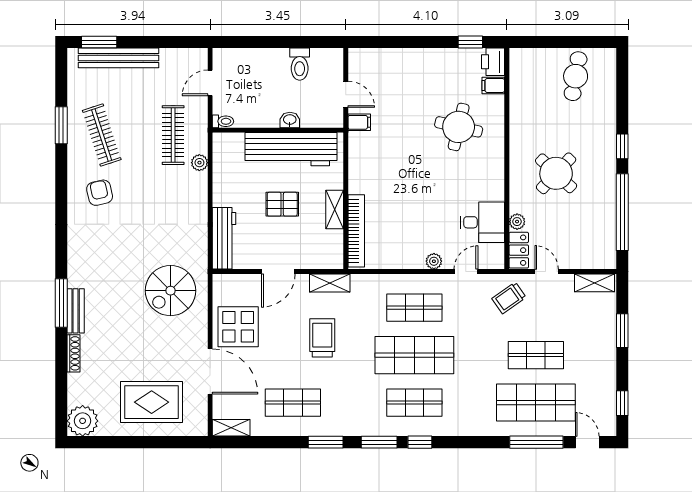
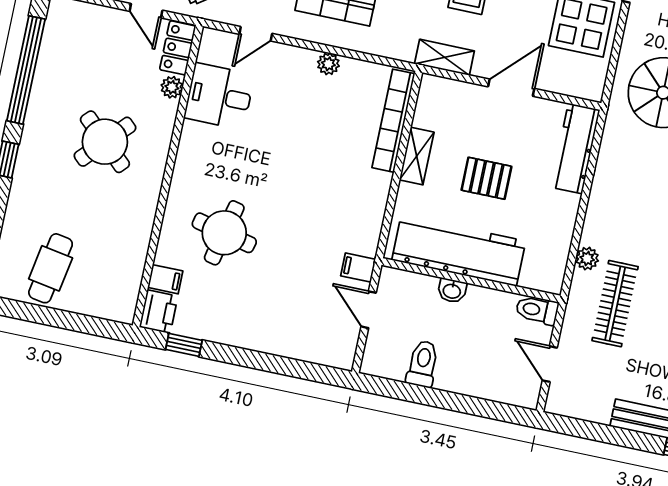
door: (210, 83) -> (550, 364), swing flipped
toilet: (223, 121) -> (537, 310), width x1.37, depth x1.39
plant: (434, 261) -> (328, 64), moved

